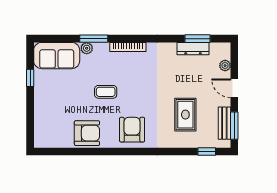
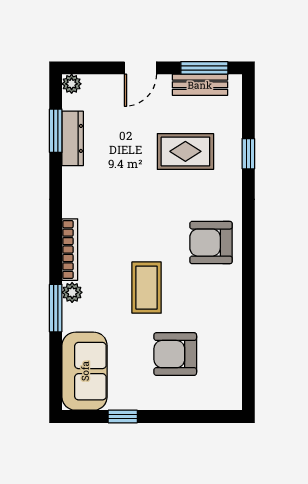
plant: (87, 48) -> (72, 292), moved
plant: (225, 66) -> (72, 84), moved
coffee table: (106, 92) -> (147, 288), width x1.36, depth x1.30
armchair: (87, 133) -> (175, 354), moved, turned -90
window: (207, 151) -> (248, 154), moved

